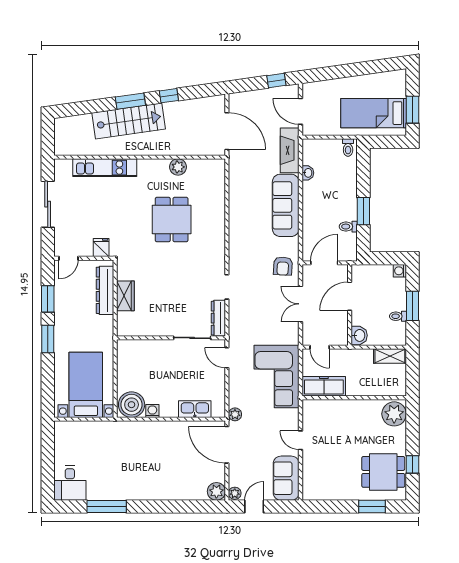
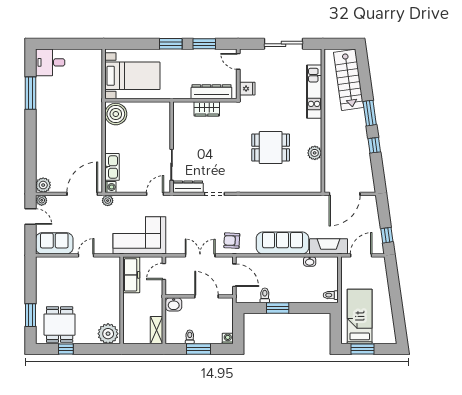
stairs: (129, 121) -> (349, 80), moved
washing machine: (152, 411) -> (110, 187), moved

